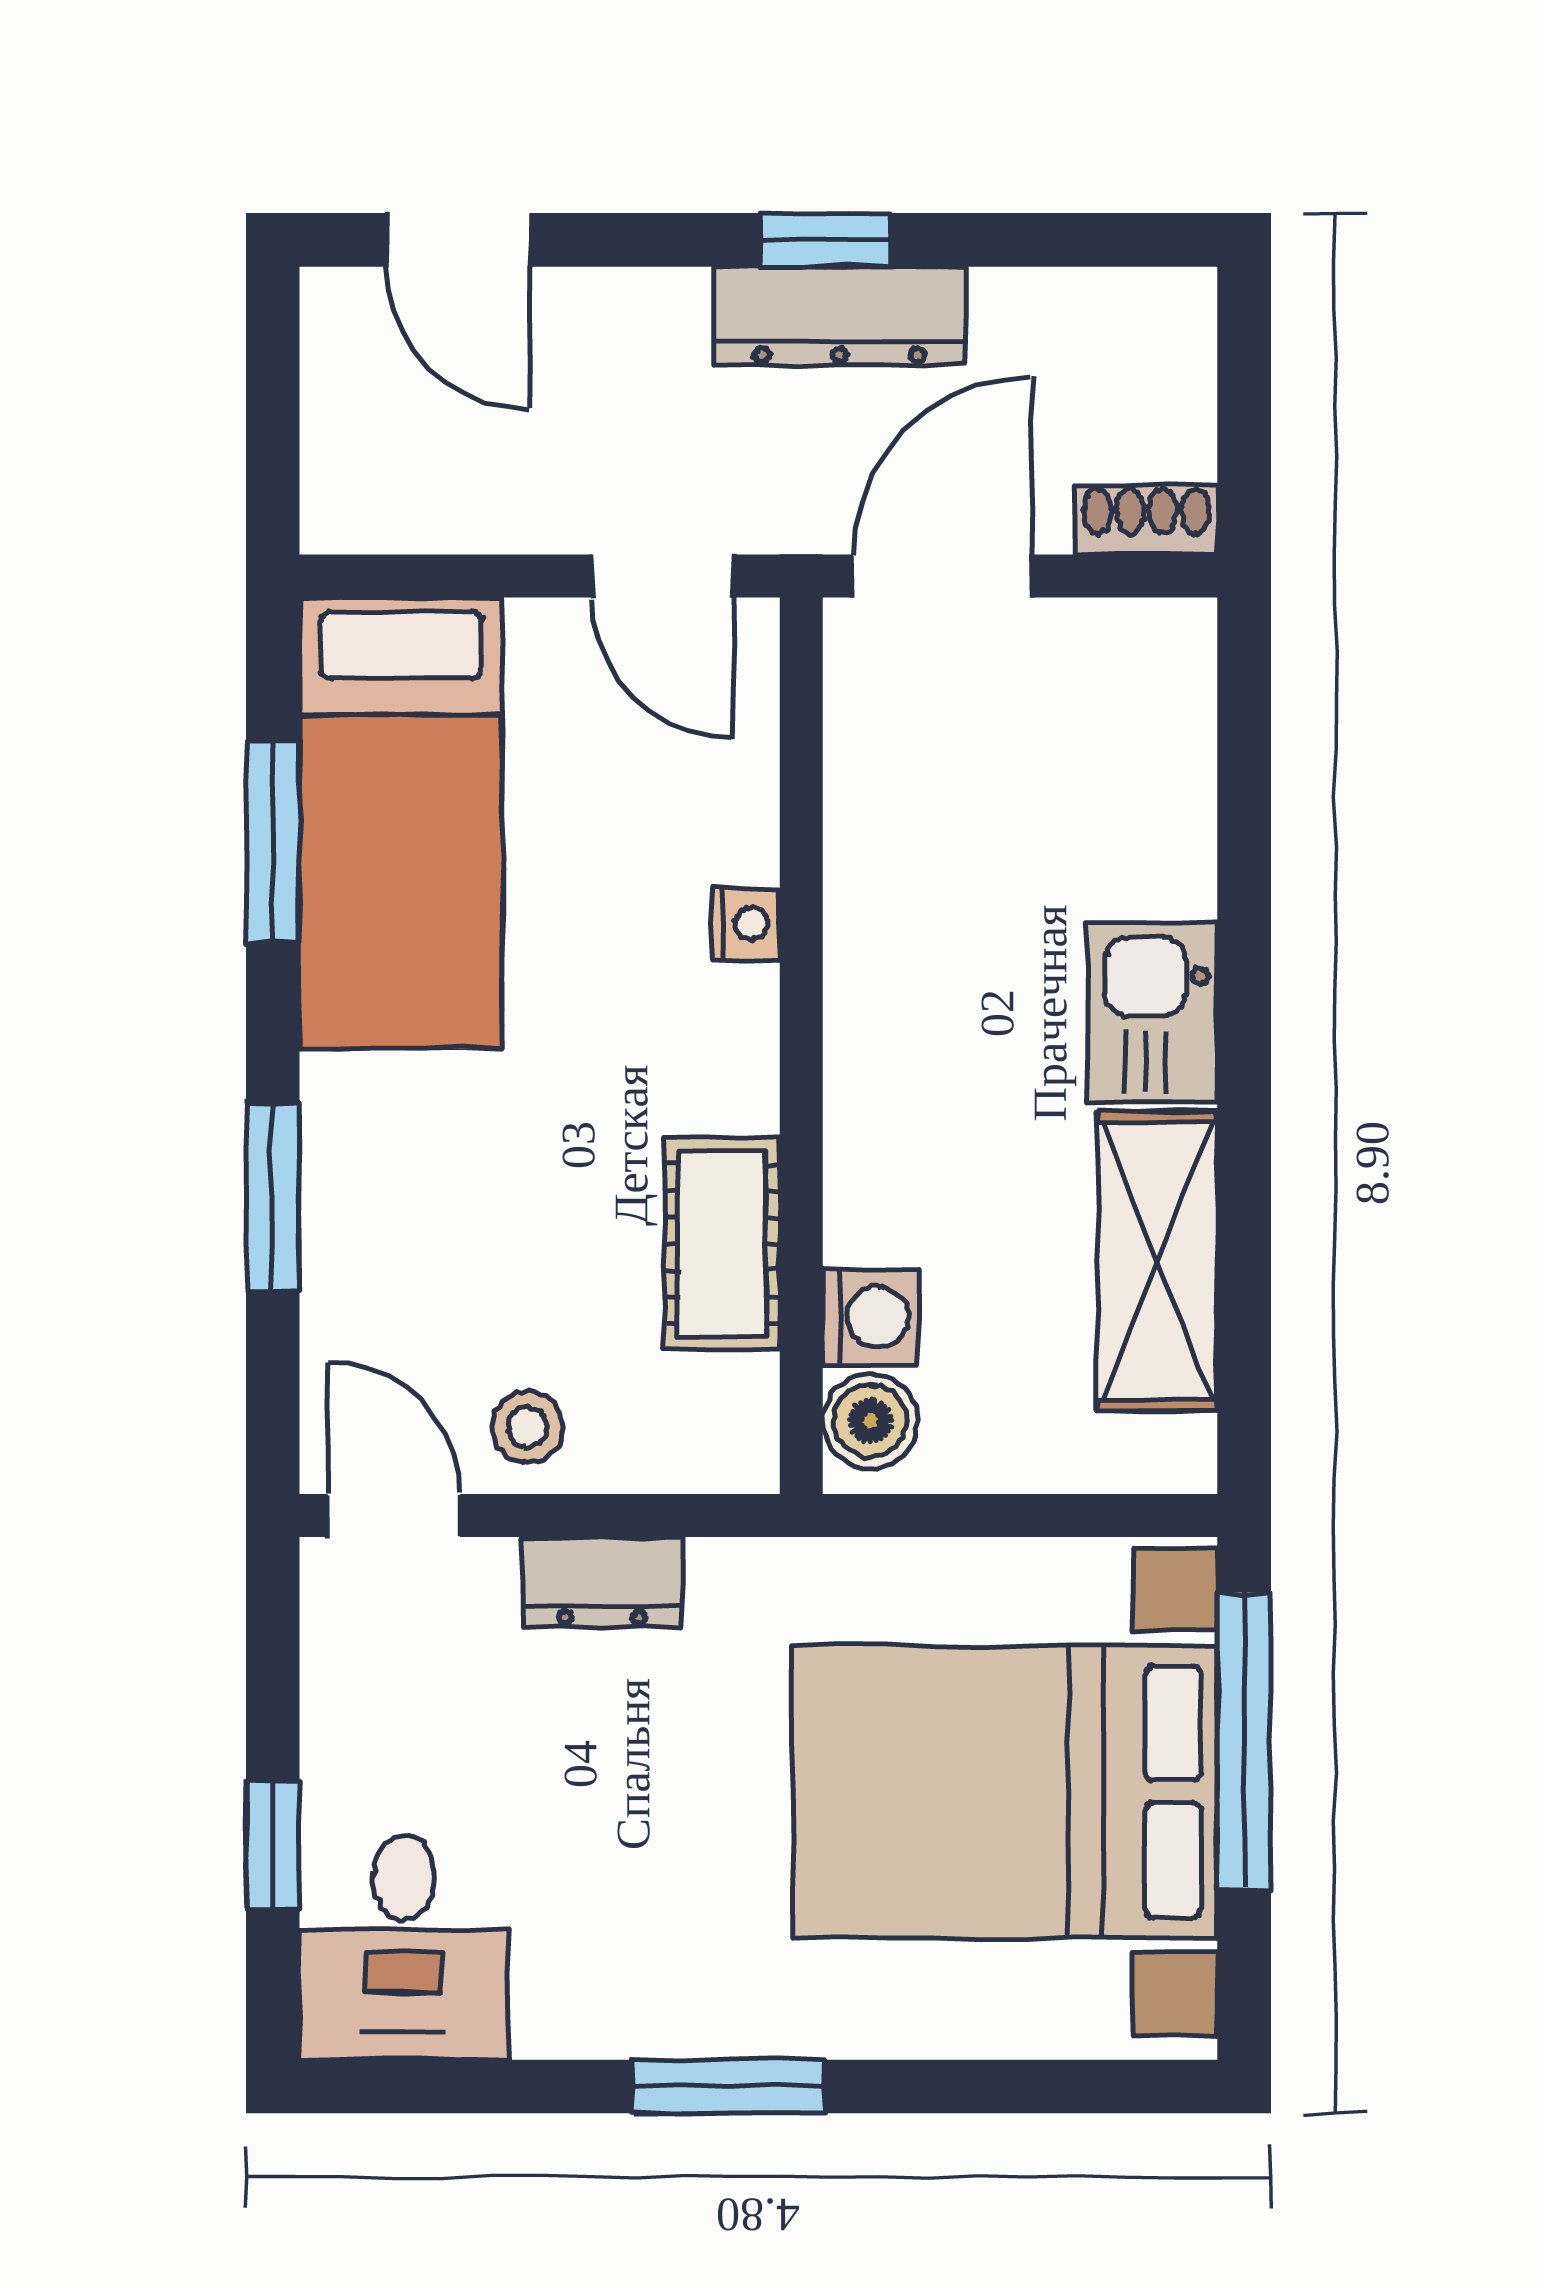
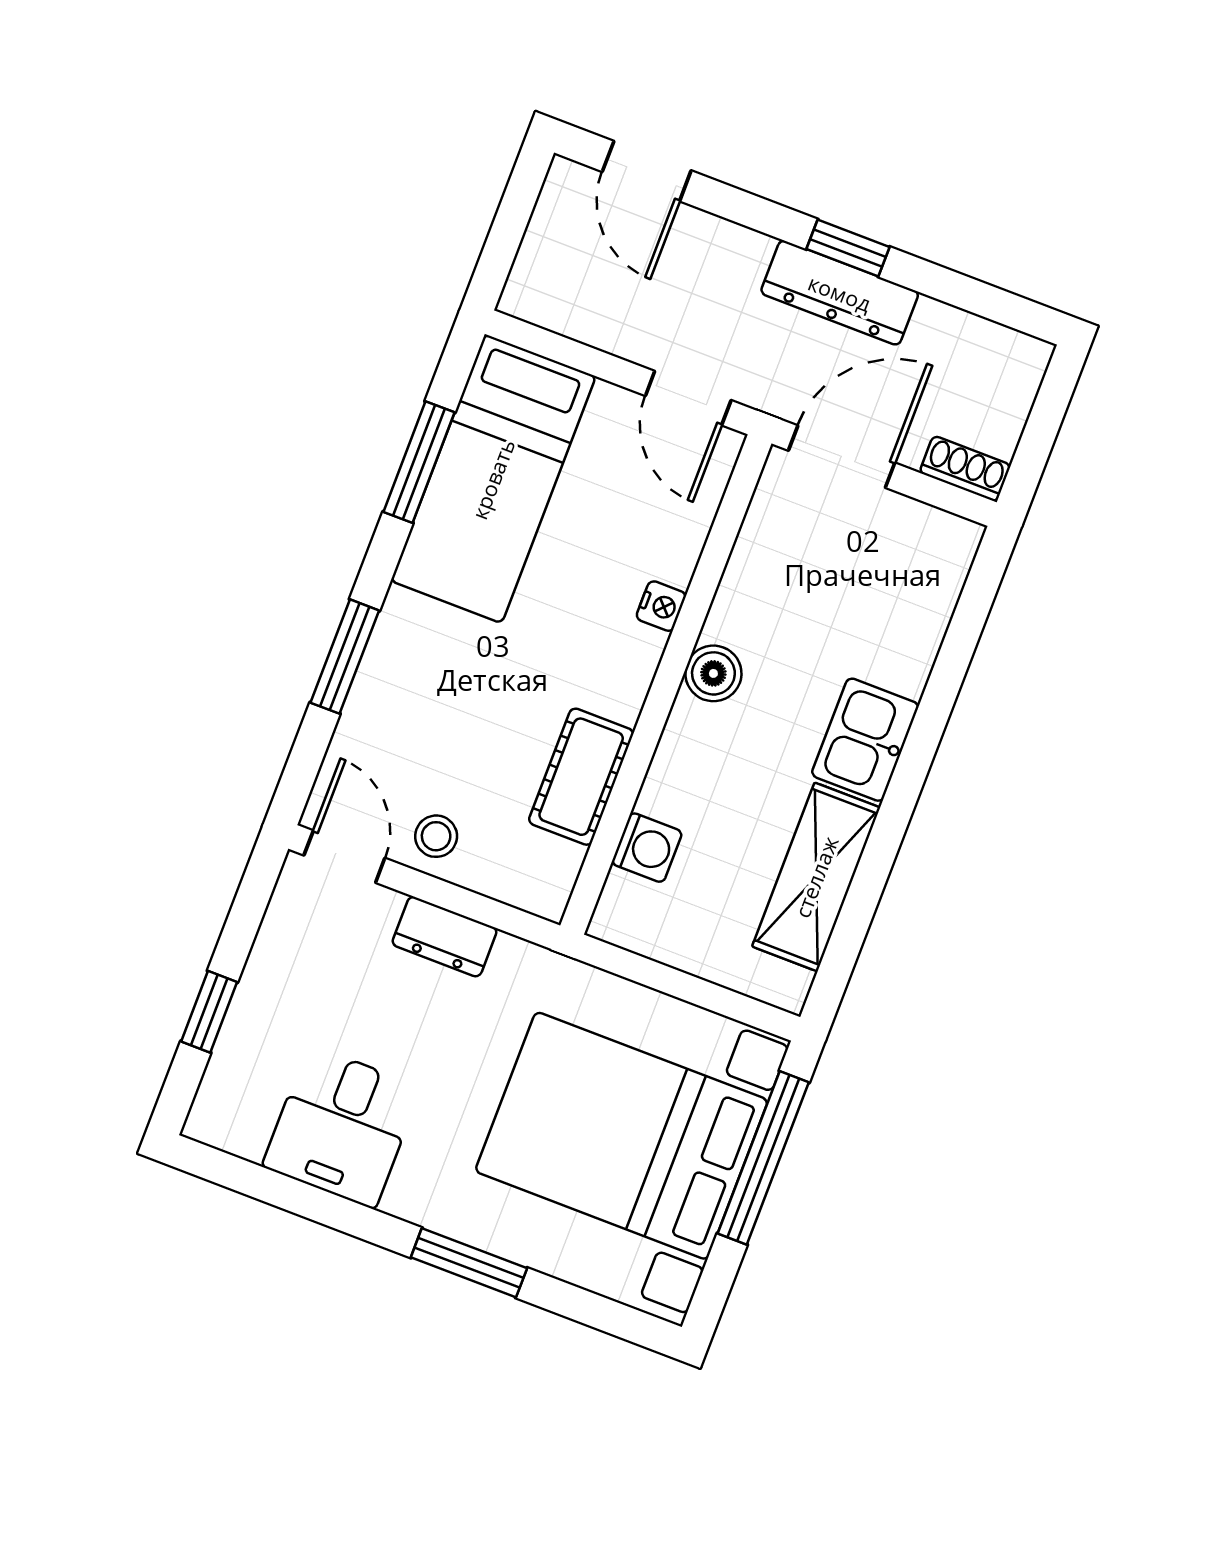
boiler: (870, 1421) -> (713, 673), moved
desk: (404, 1947) -> (342, 1127), moved
window: (729, 2087) -> (469, 1263), moved

